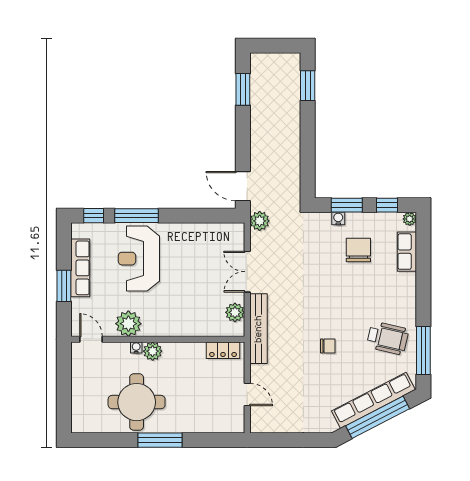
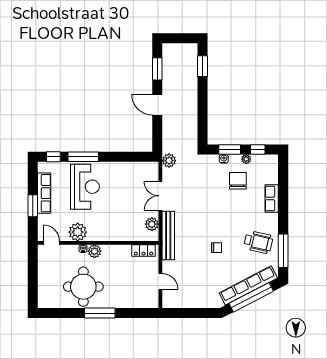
door: (243, 186) -> (157, 105), moved
plant: (410, 219) -> (246, 159), moved
row of seats: (407, 252) -> (272, 198), moved
reception desk: (139, 259) -> (85, 187), turned 180

